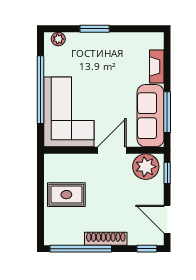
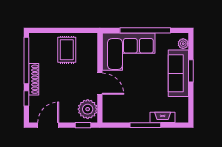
window: (167, 112) -> (145, 125), moved
sofa: (151, 116) -> (178, 73), moved, turned -90
window: (147, 249) -> (26, 98), moved

